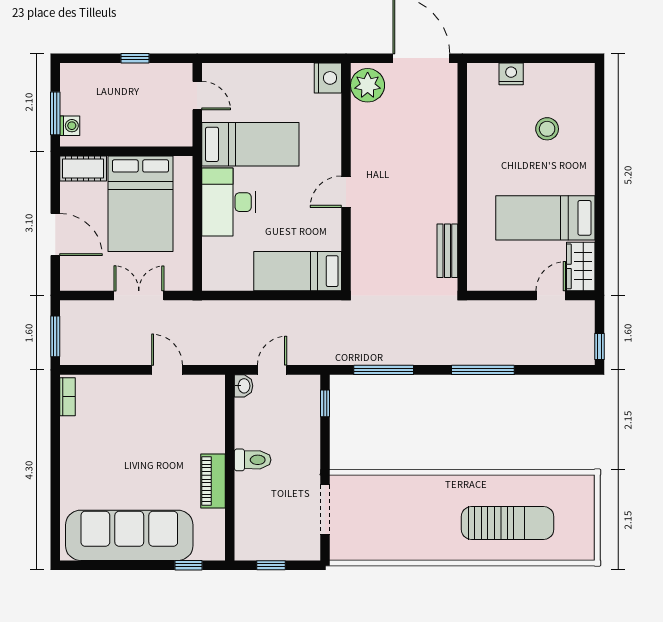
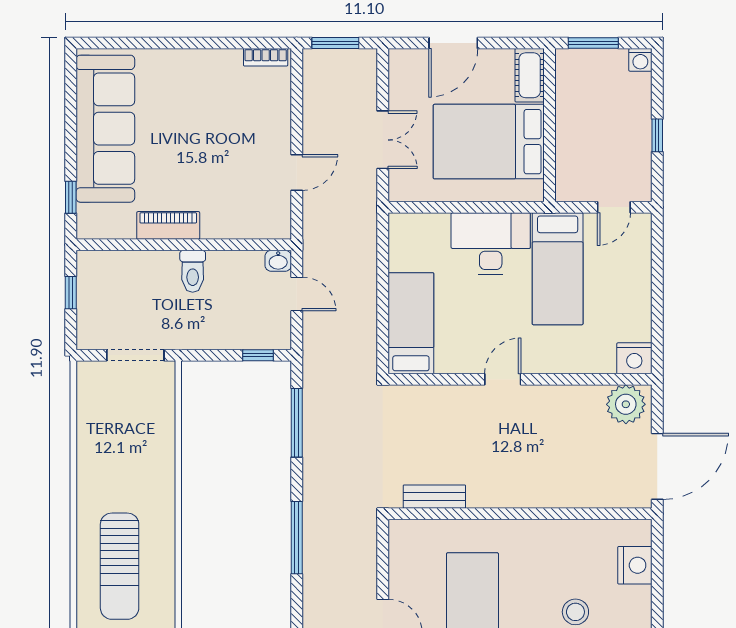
nightstand: (511, 74) -> (635, 565), width x1.36, depth x1.33
washing machine: (70, 126) -> (640, 60), moved
door: (346, 192) -> (503, 379), hinge flipped

